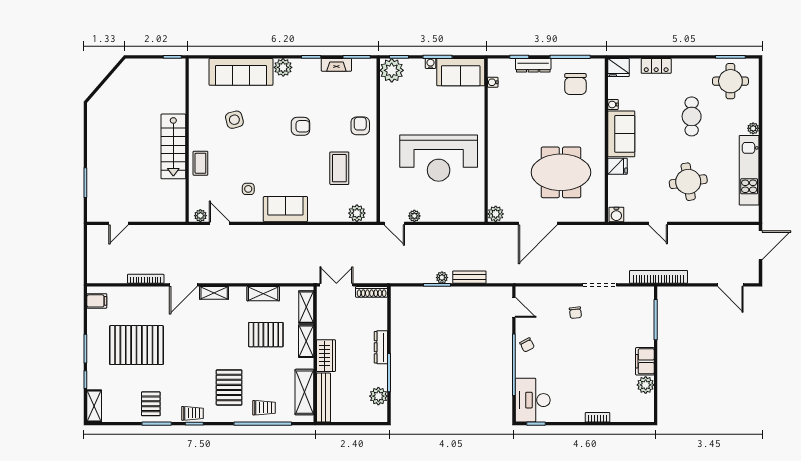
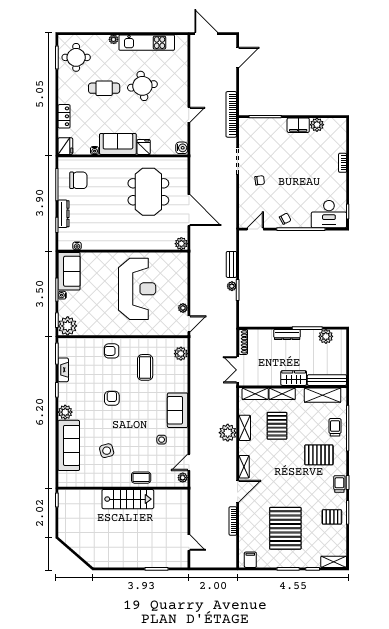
coffee table: (339, 168) -> (145, 367), turned 90
round table: (688, 182) -> (142, 86), moved
plant: (257, 272) -> (228, 433), added
door: (183, 285) -> (238, 491), hinge flipped

